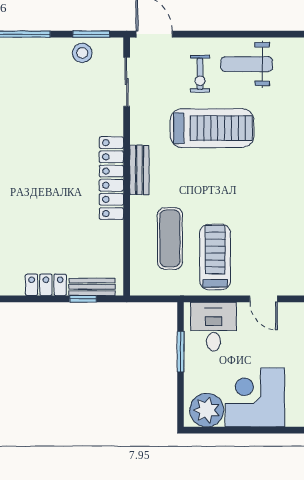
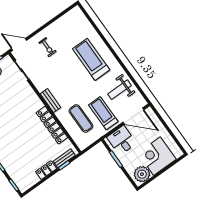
weight bench: (247, 64) -> (119, 90), moved
treadmill: (212, 128) -> (91, 59), moved, turned -90
locker: (111, 178) -> (52, 125), moved
door: (264, 299) -> (133, 116), width x1.88

